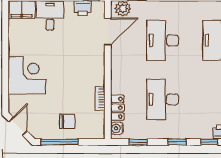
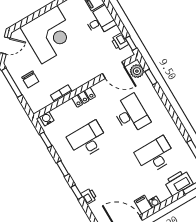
desk: (163, 40) -> (131, 114), turned 90
corner desk: (27, 75) -> (49, 35), width x1.36, depth x1.36
locker: (117, 108) -> (84, 97), moved

